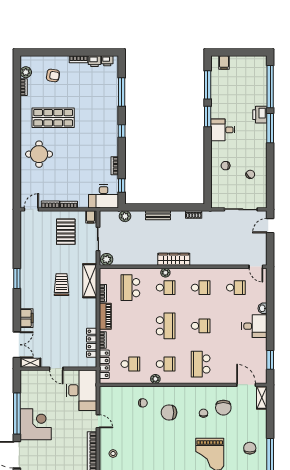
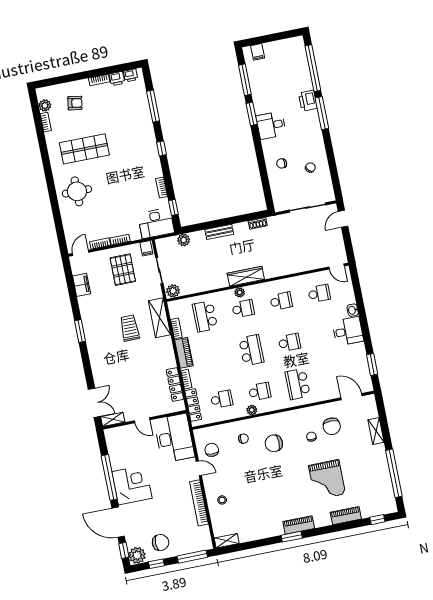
filing cabinet: (27, 318) -> (82, 285), moved
shelving: (262, 398) -> (376, 431), moved
chair: (250, 448) -> (212, 450), moved

